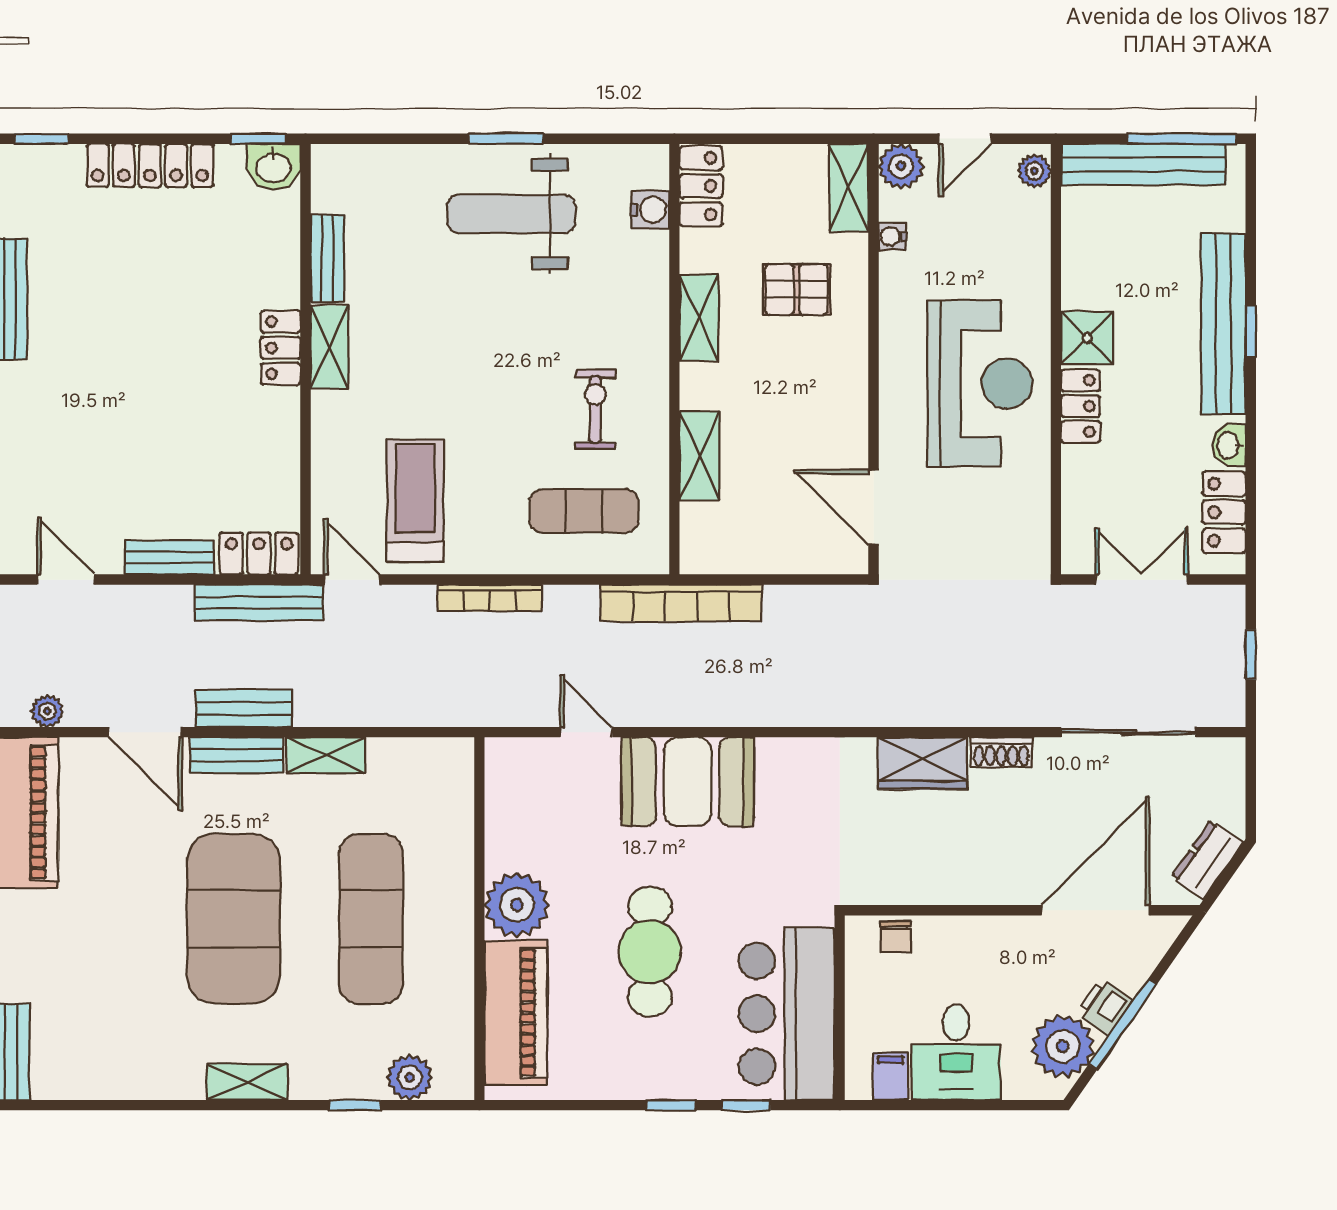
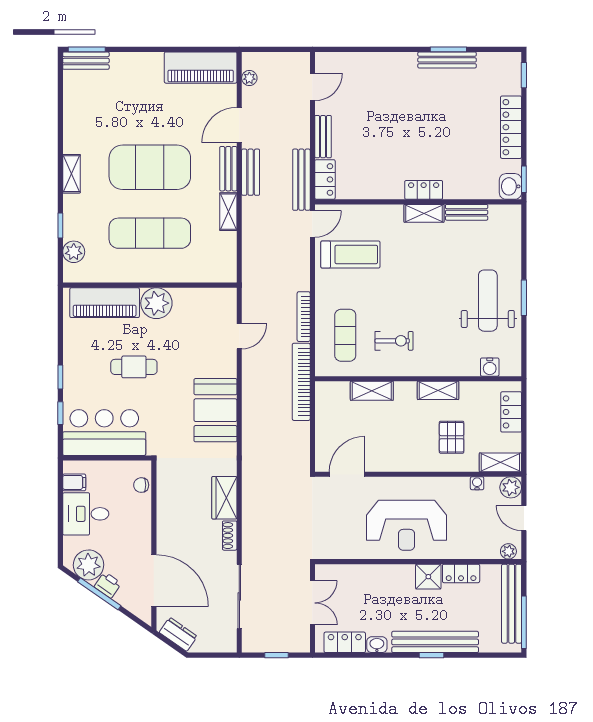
locker: (701, 186) -> (511, 412), moved, turned 90
locker: (1080, 406) -> (461, 573), moved
bookcase: (490, 598) -> (304, 317), moved
booth: (688, 782) -> (215, 410), moved
cafe table: (650, 952) -> (134, 367), width x0.73, depth x0.74

